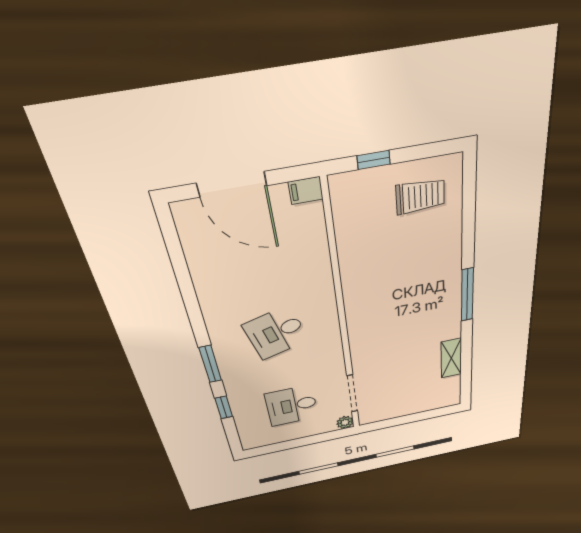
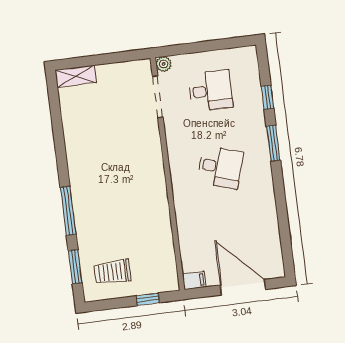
window: (469, 201) -> (75, 267), added
window: (467, 295) -> (68, 211), moved
desk: (276, 333) -> (220, 167), turned 33
shelving: (451, 358) -> (76, 76), moved, turned 90

